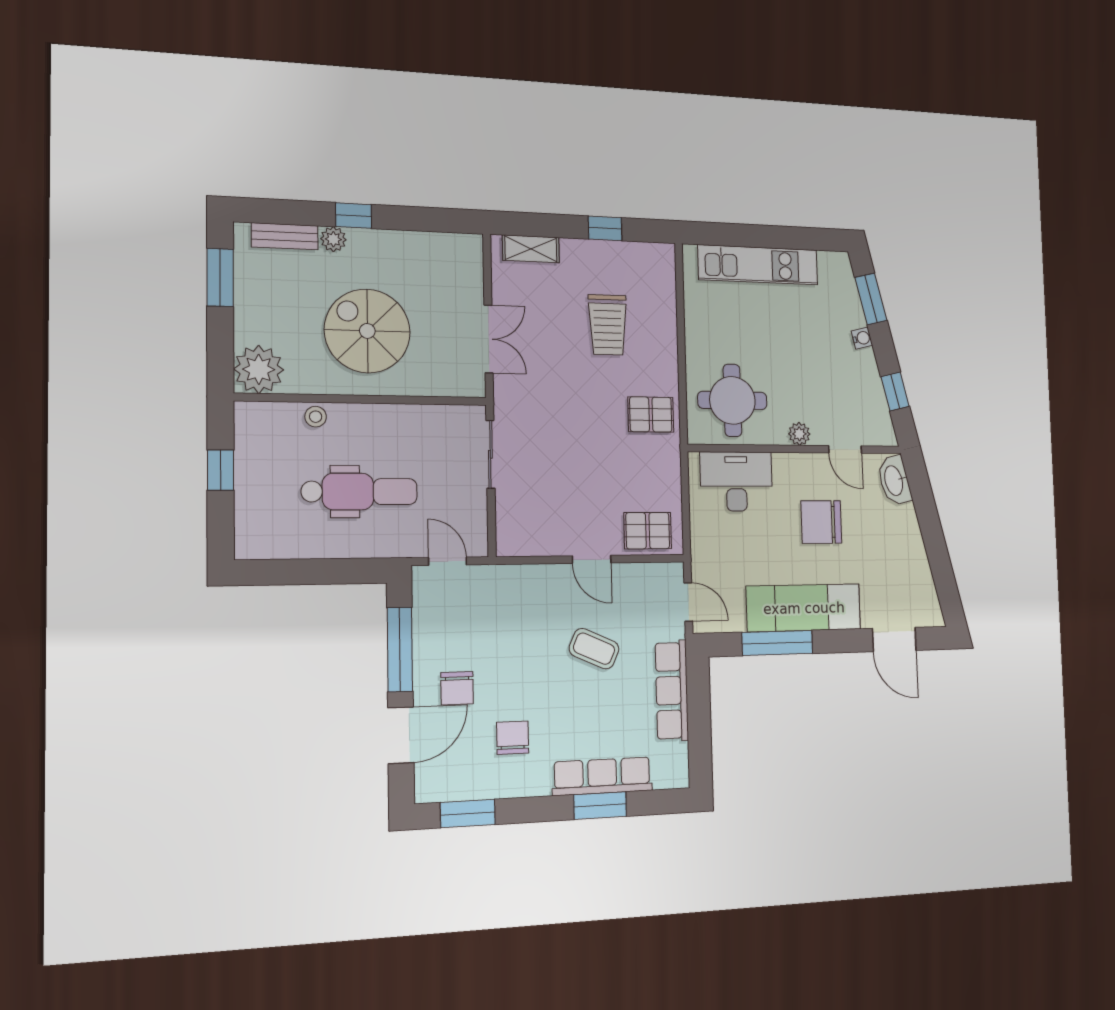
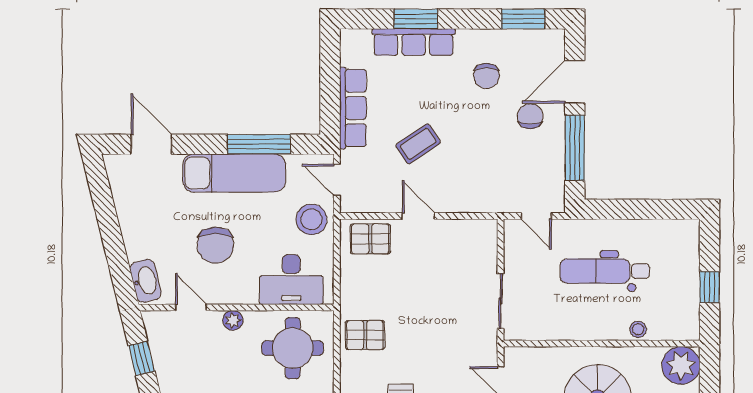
chair: (821, 522) -> (215, 245), turned 90
stool: (716, 554) -> (311, 219), added
coffee table: (594, 649) -> (418, 144), turned -58

